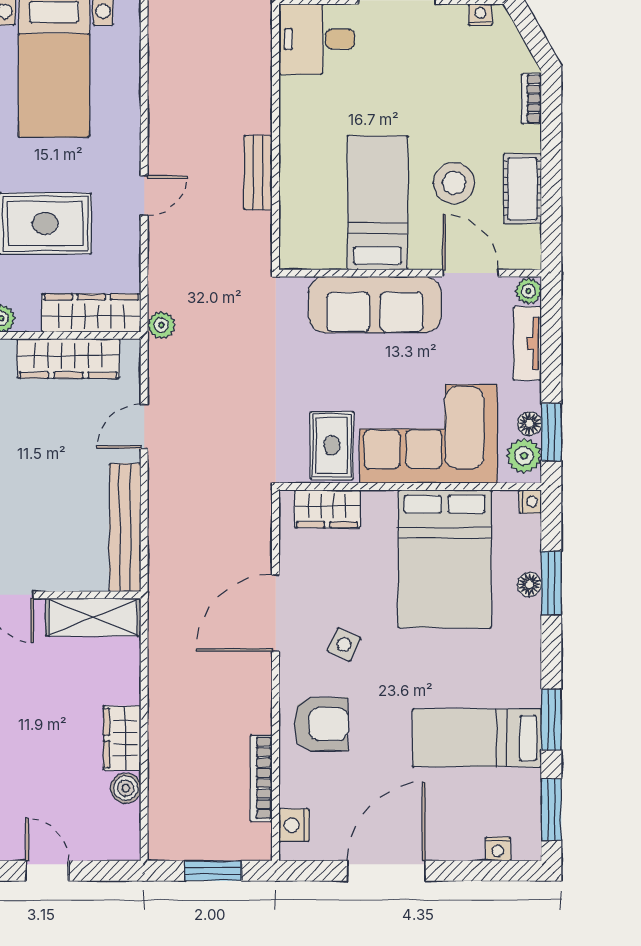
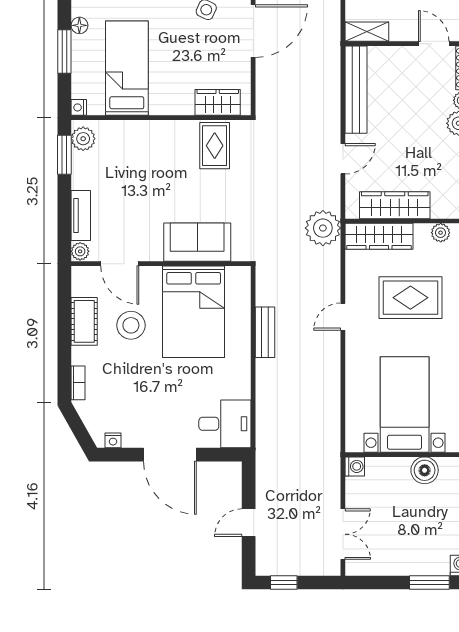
bed: (378, 203) -> (194, 312), width x1.50
sofa: (375, 305) -> (197, 242), width x0.73
plant: (161, 325) -> (323, 228), width x1.87, depth x1.87
floor lamp: (529, 424) -> (79, 161), removed
corner sofa: (428, 434) -> (149, 154), removed
bed: (445, 559) -> (127, 68), width x0.67
floor lamp: (529, 584) -> (79, 25), moved
shelving: (93, 617) -> (367, 32), width x0.67, depth x0.75

